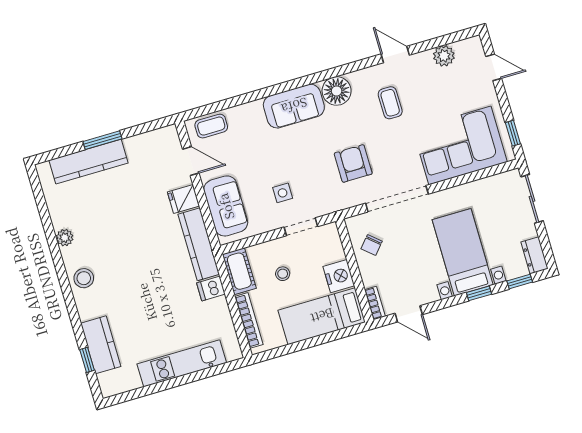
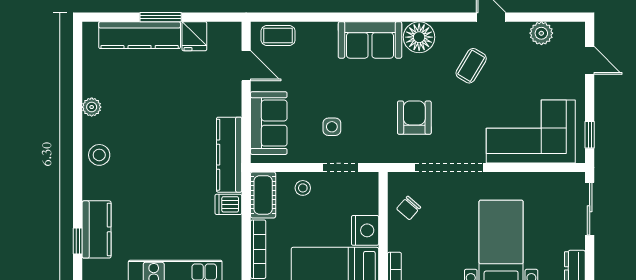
coffee table: (390, 103) -> (471, 66), turned 31
fridge: (183, 199) -> (194, 36), moved, turned -90
stool: (283, 274) -> (303, 188), moved

